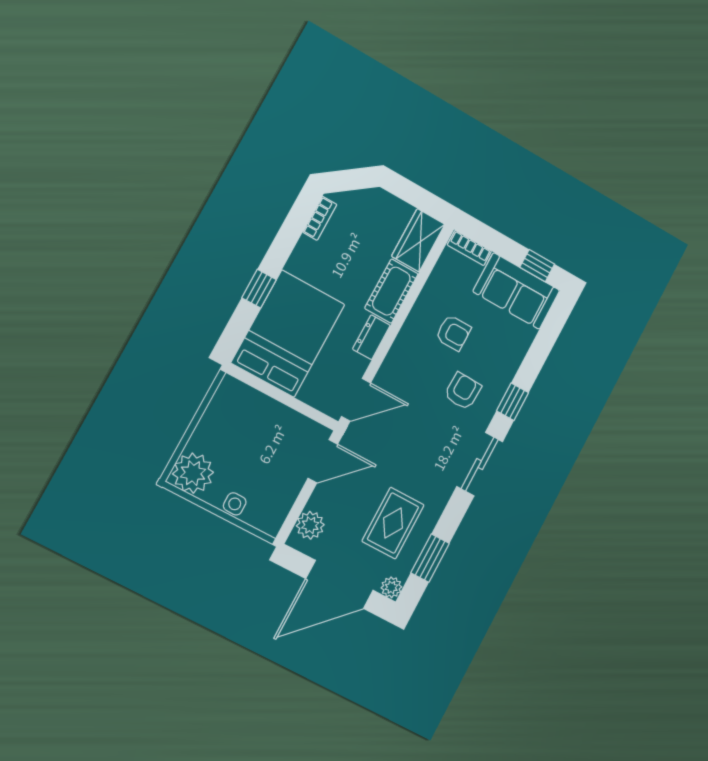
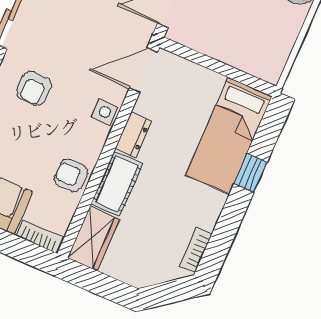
armchair: (453, 333) -> (71, 175), moved
bed: (288, 334) -> (229, 136), width x0.67
side table: (397, 362) -> (105, 112), added

